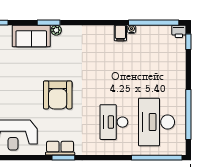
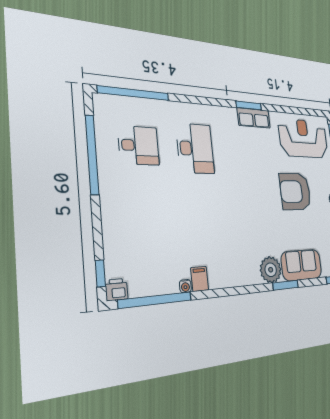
plant: (56, 30) -> (271, 270), width x1.88, depth x1.88
armchair: (58, 95) -> (295, 192), moved, turned -90
desk: (156, 122) -> (139, 145), width x0.53, depth x0.77

